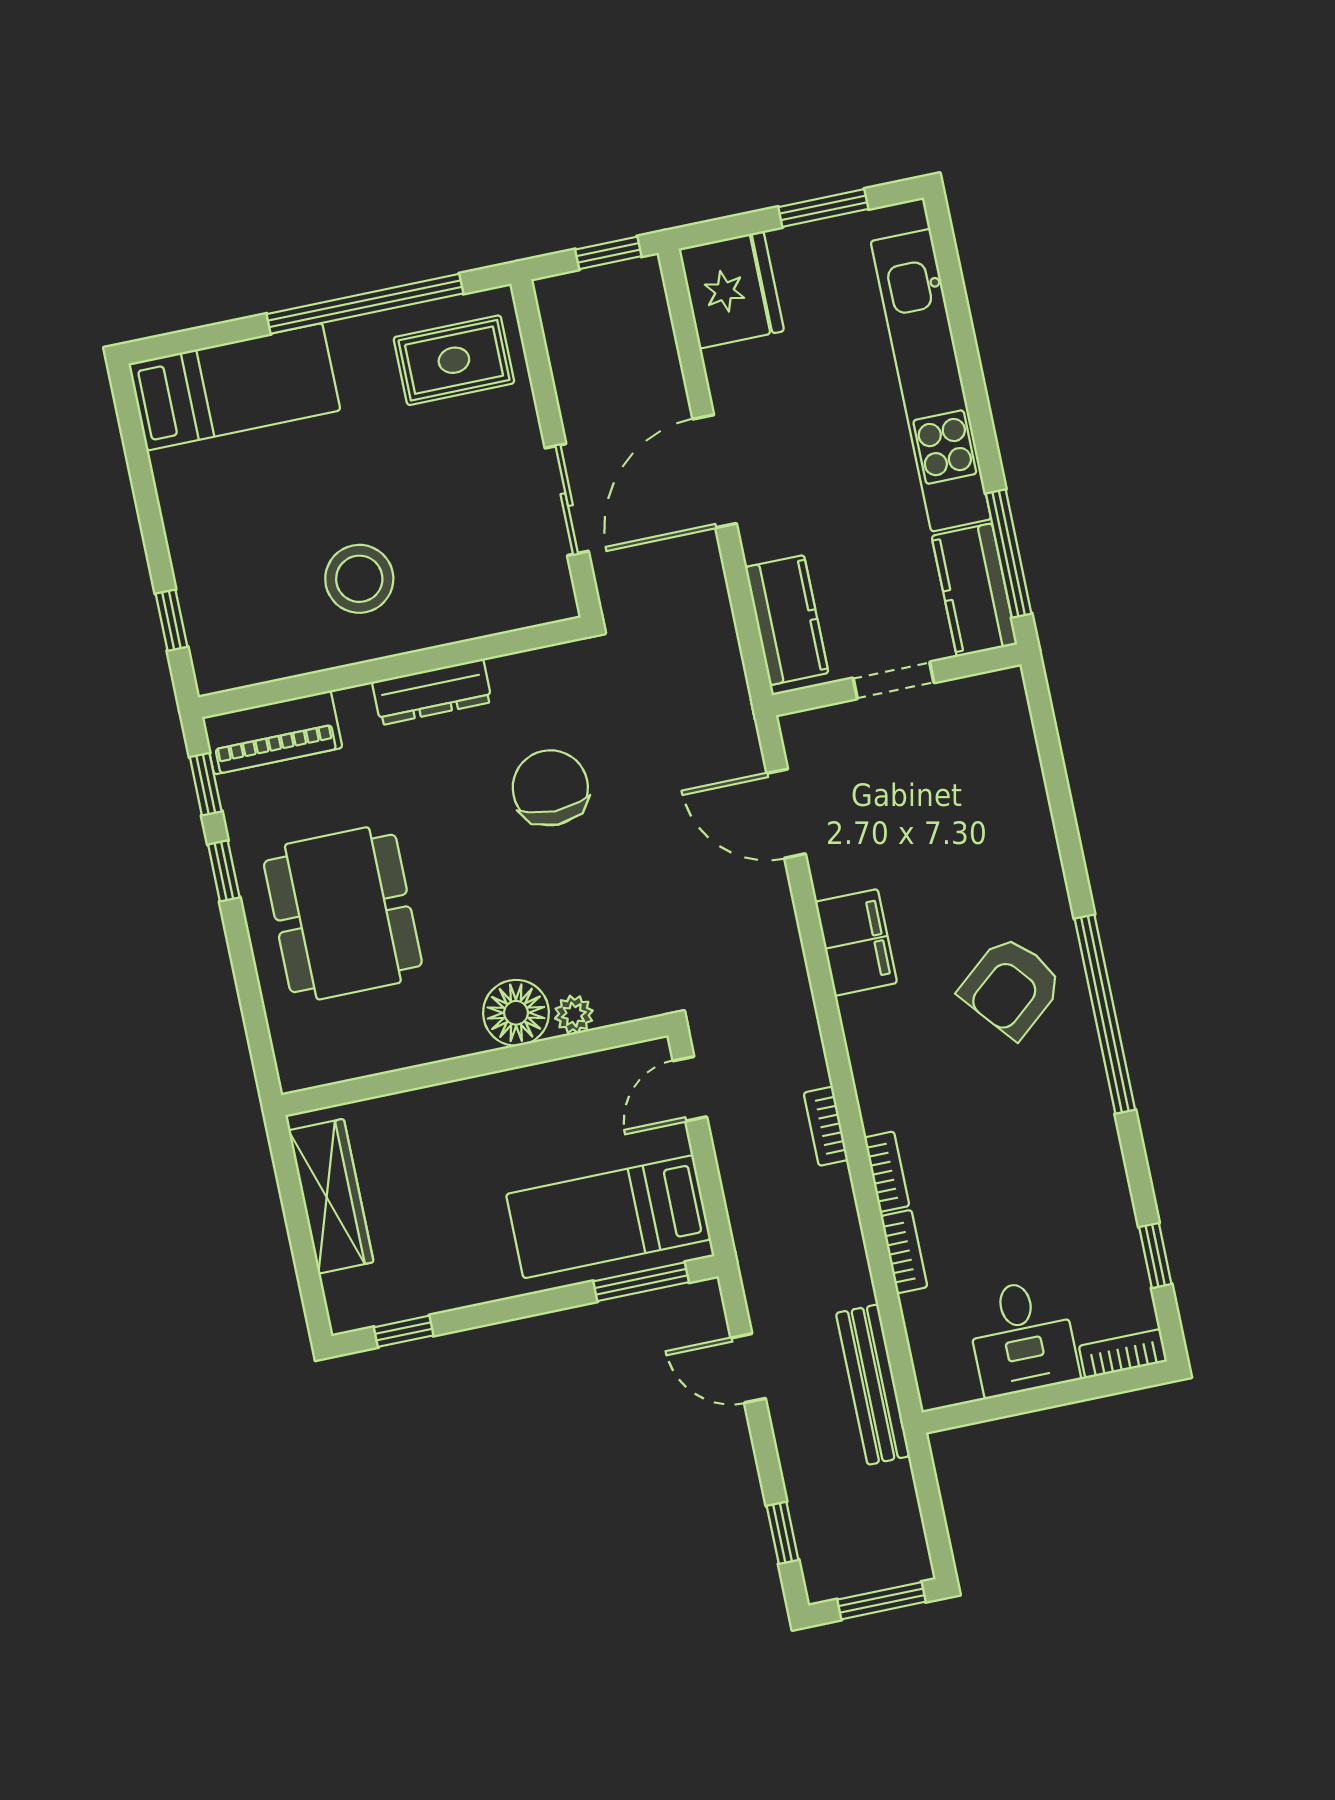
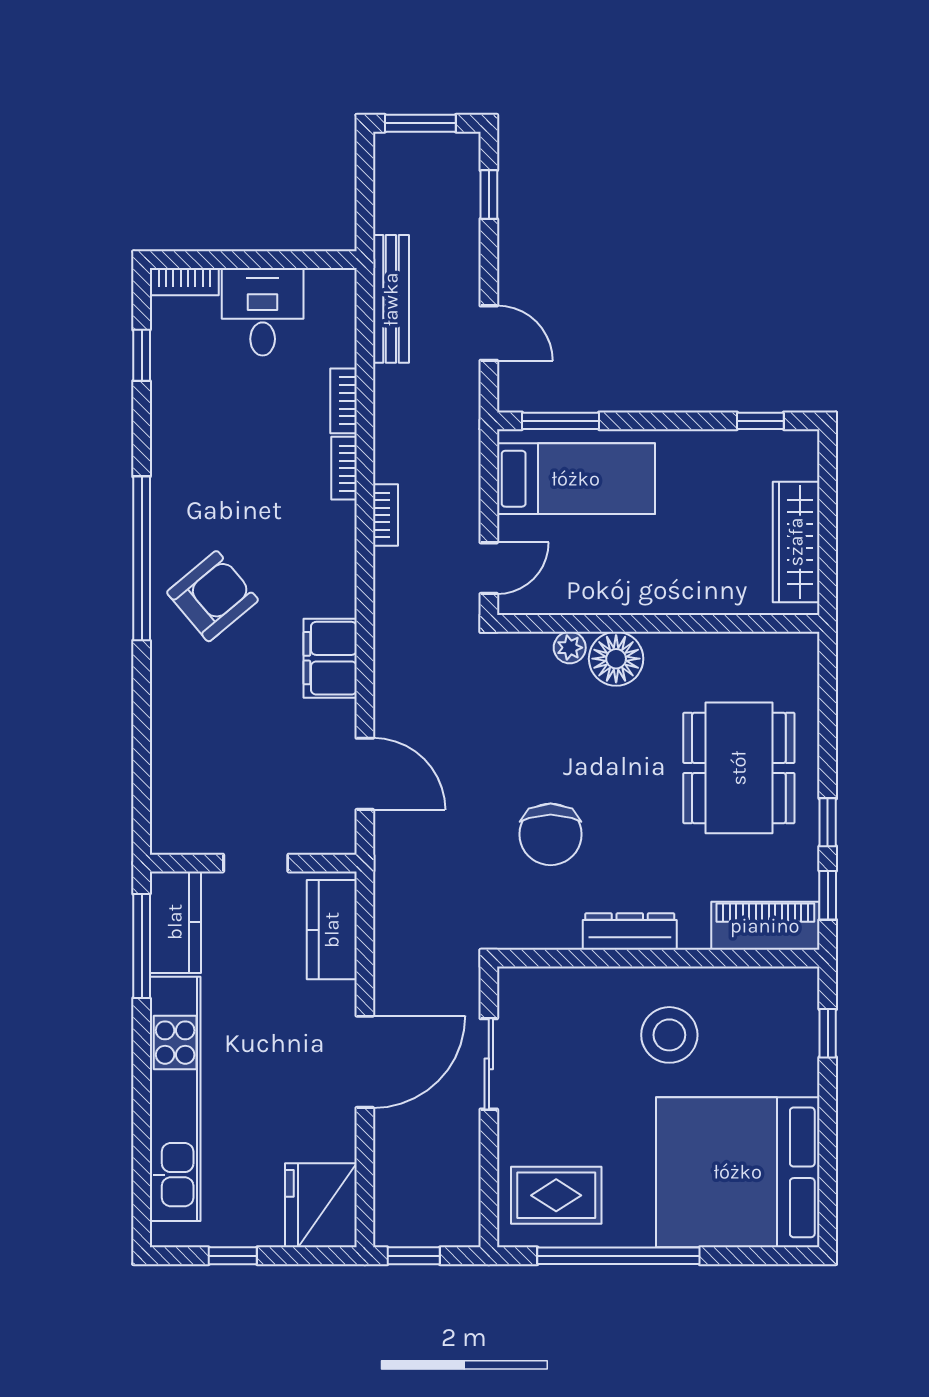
window: (823, 208) -> (233, 1256), width x0.67
bed: (234, 387) -> (738, 1172), width x2.04

